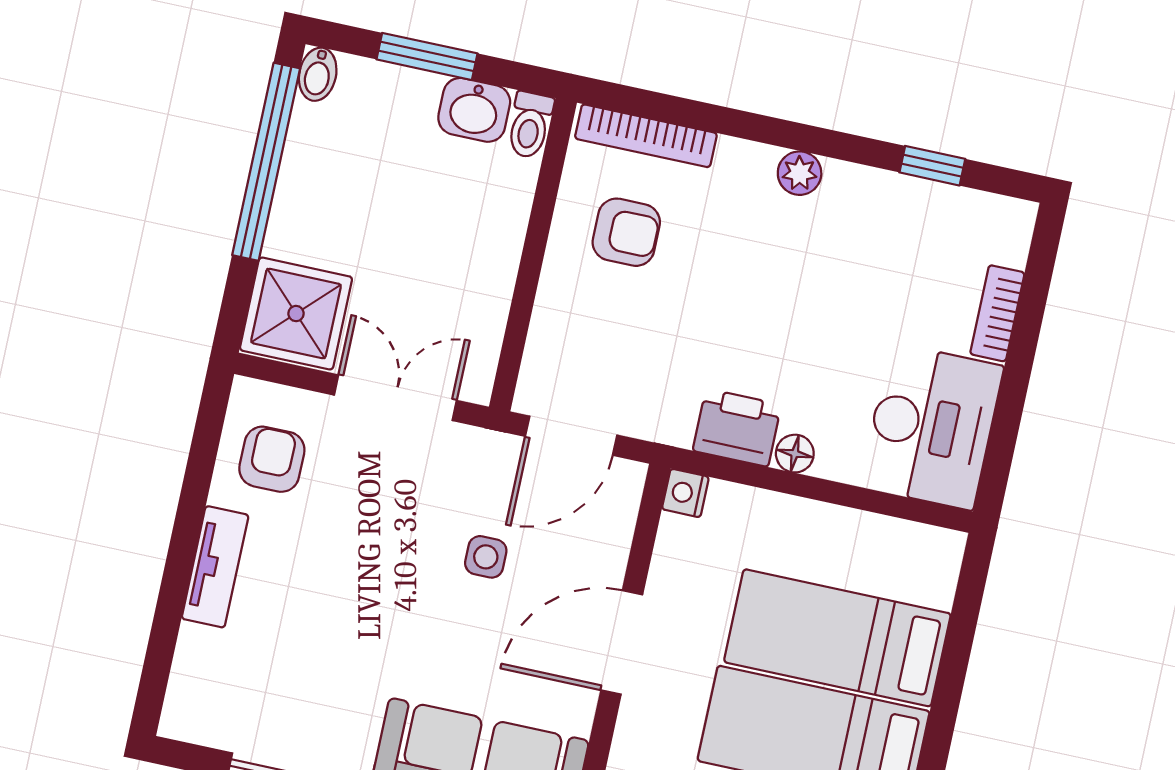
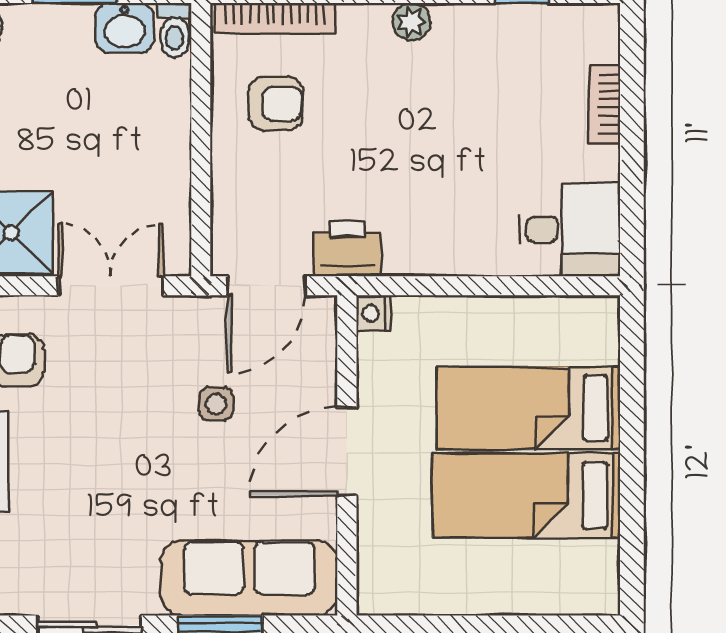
desk: (932, 426) -> (570, 229), width x0.73
printer: (737, 428) -> (347, 249), moved
floor lamp: (795, 454) -> (459, 260), removed

